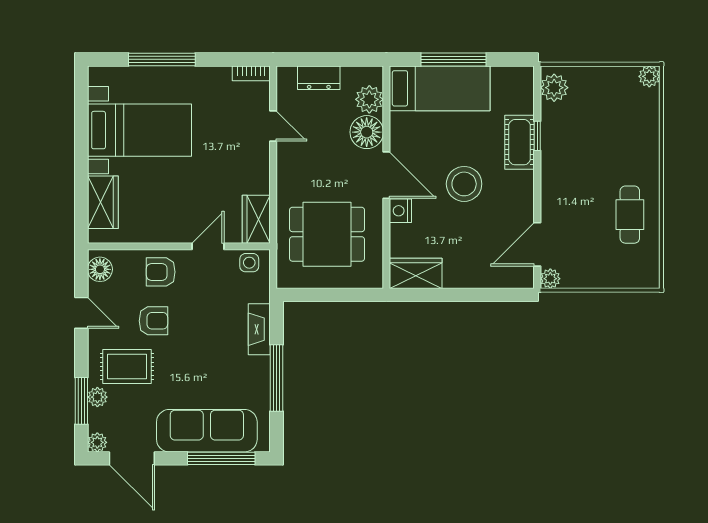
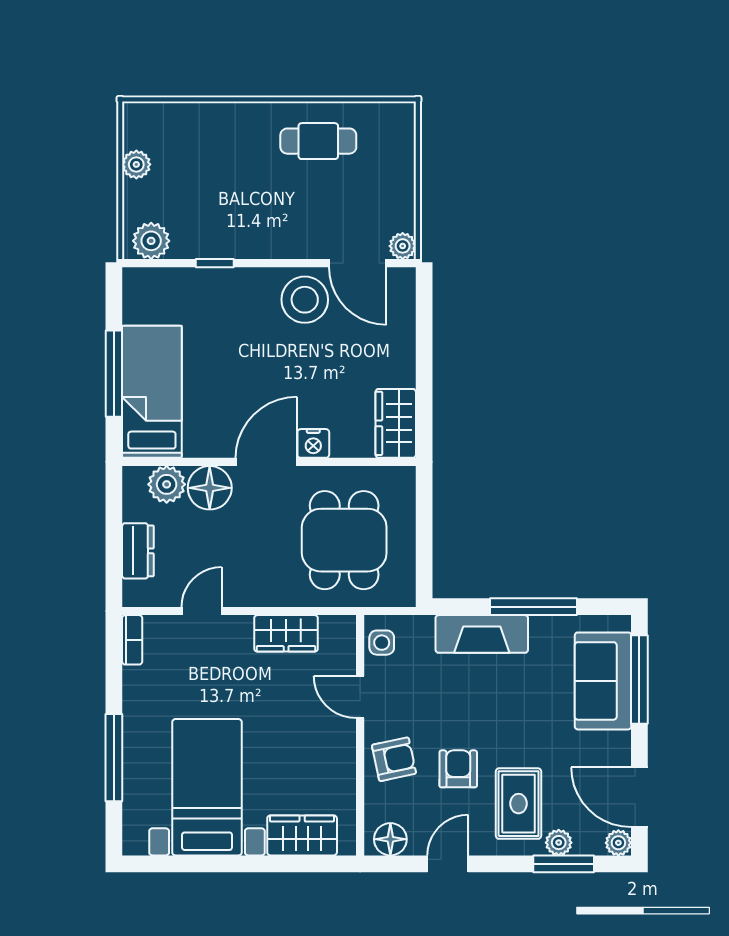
plant: (649, 76) -> (136, 164), moved
cot: (519, 142) -> (223, 287), removed
stool: (464, 184) -> (305, 300), moved
wardrobe: (256, 219) -> (286, 633), moved
armchair: (161, 272) -> (394, 759), turned -102
fireplace: (259, 329) -> (482, 634), width x1.37, depth x1.32
sofa: (207, 431) -> (603, 681), width x0.73
door: (132, 458) -> (639, 797), swing flipped

